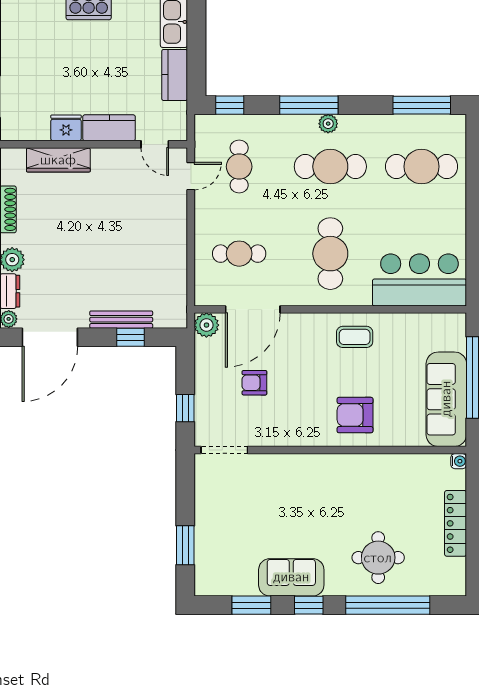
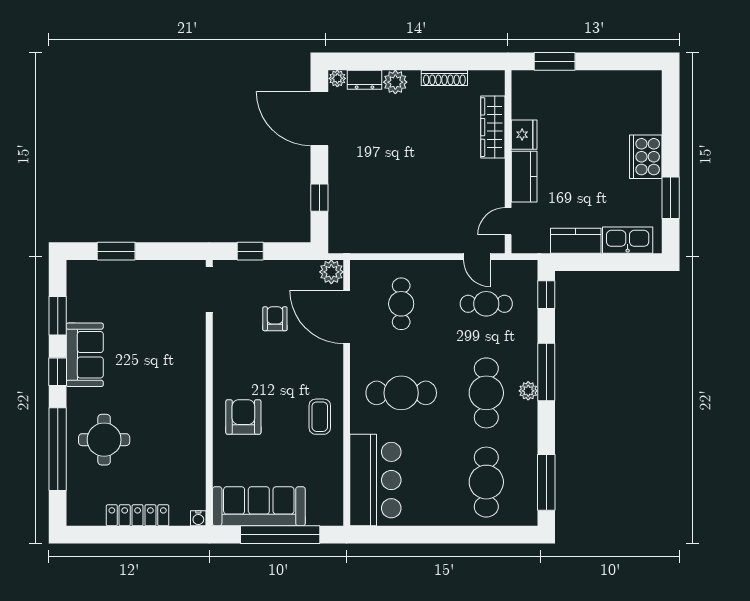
bench: (121, 320) -> (337, 189), removed

